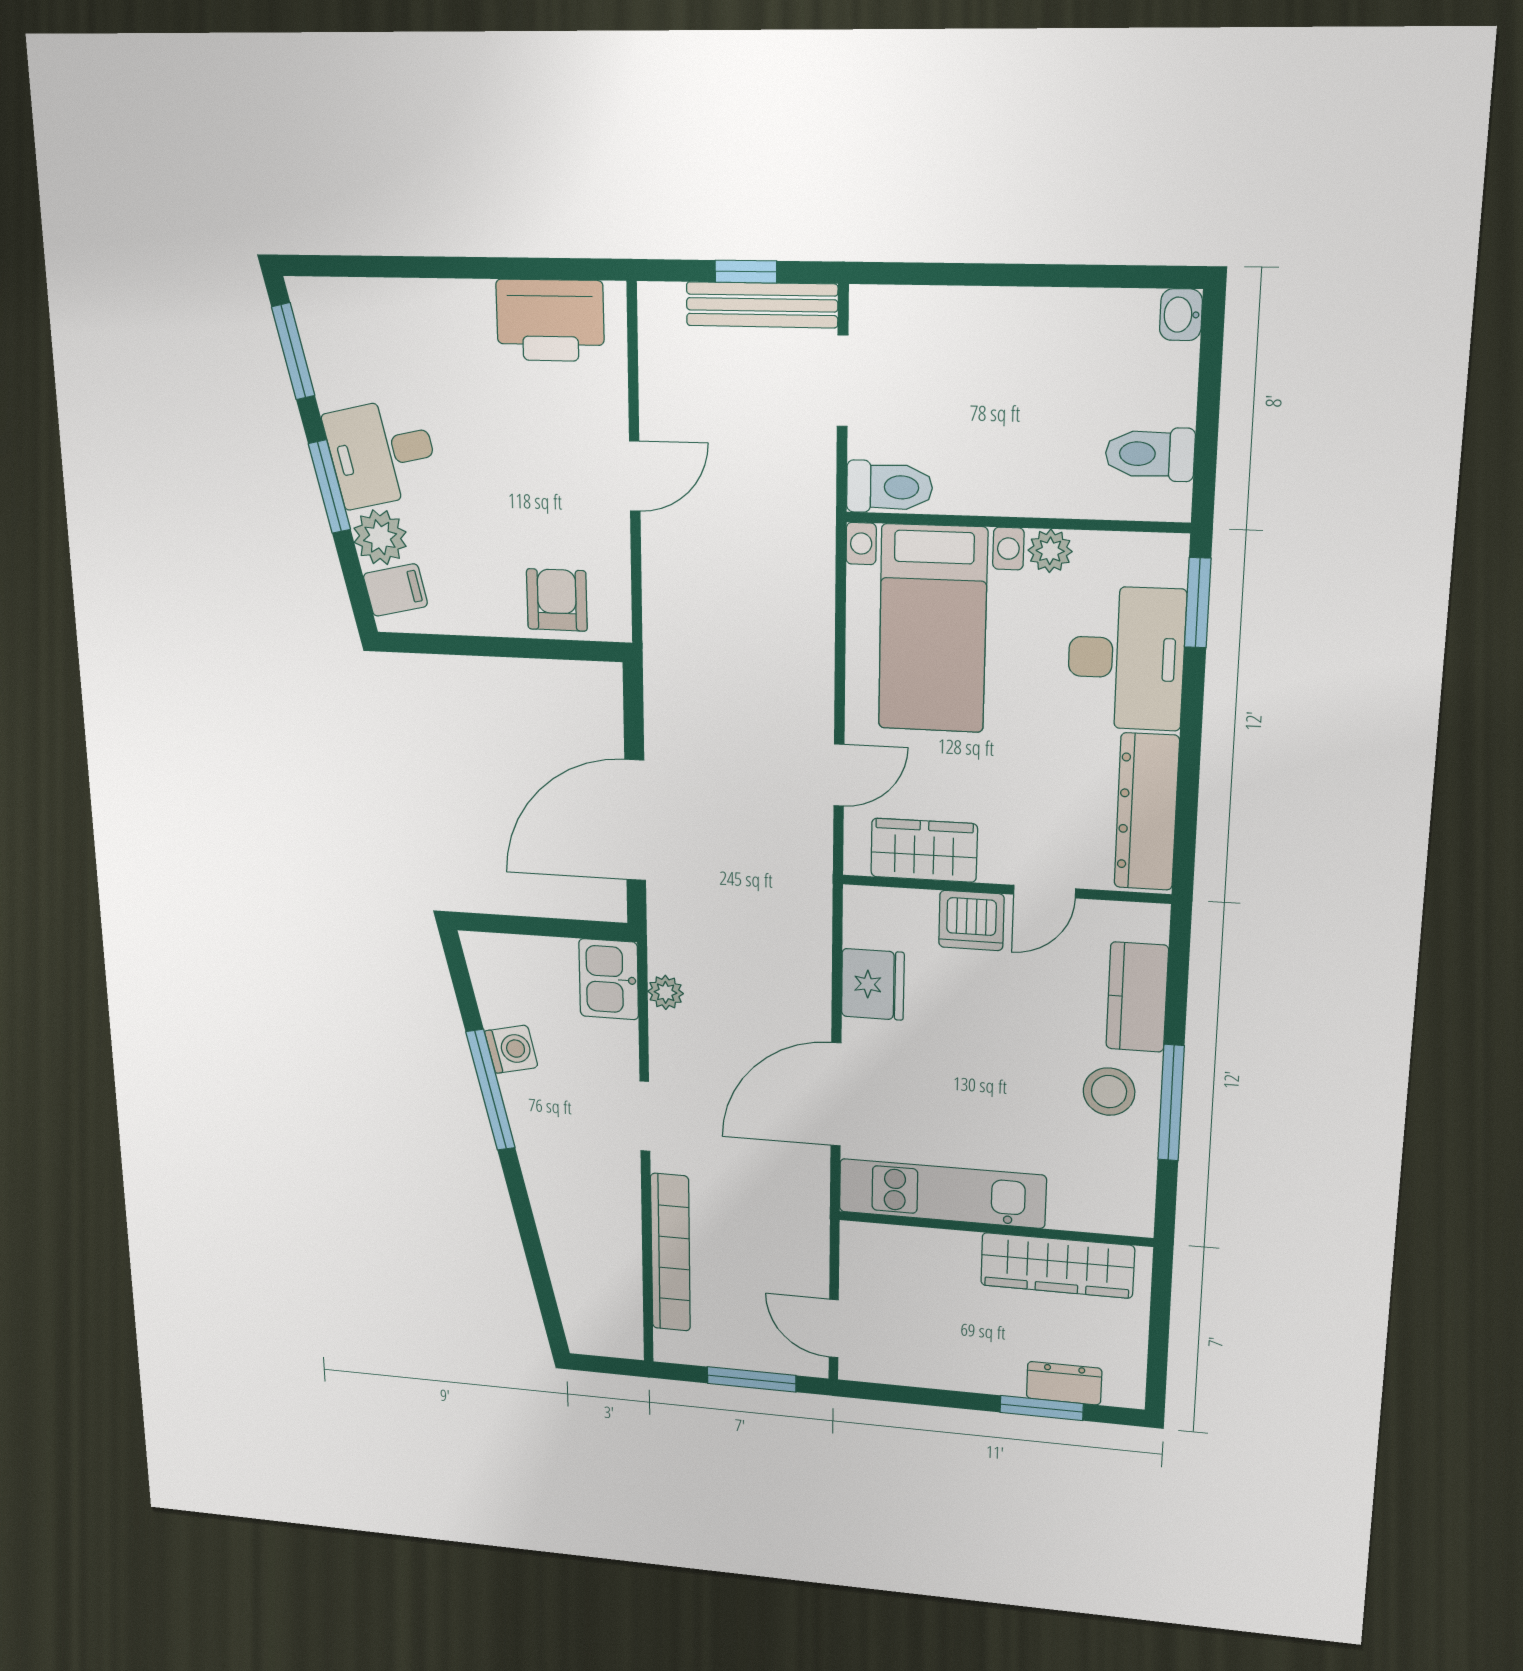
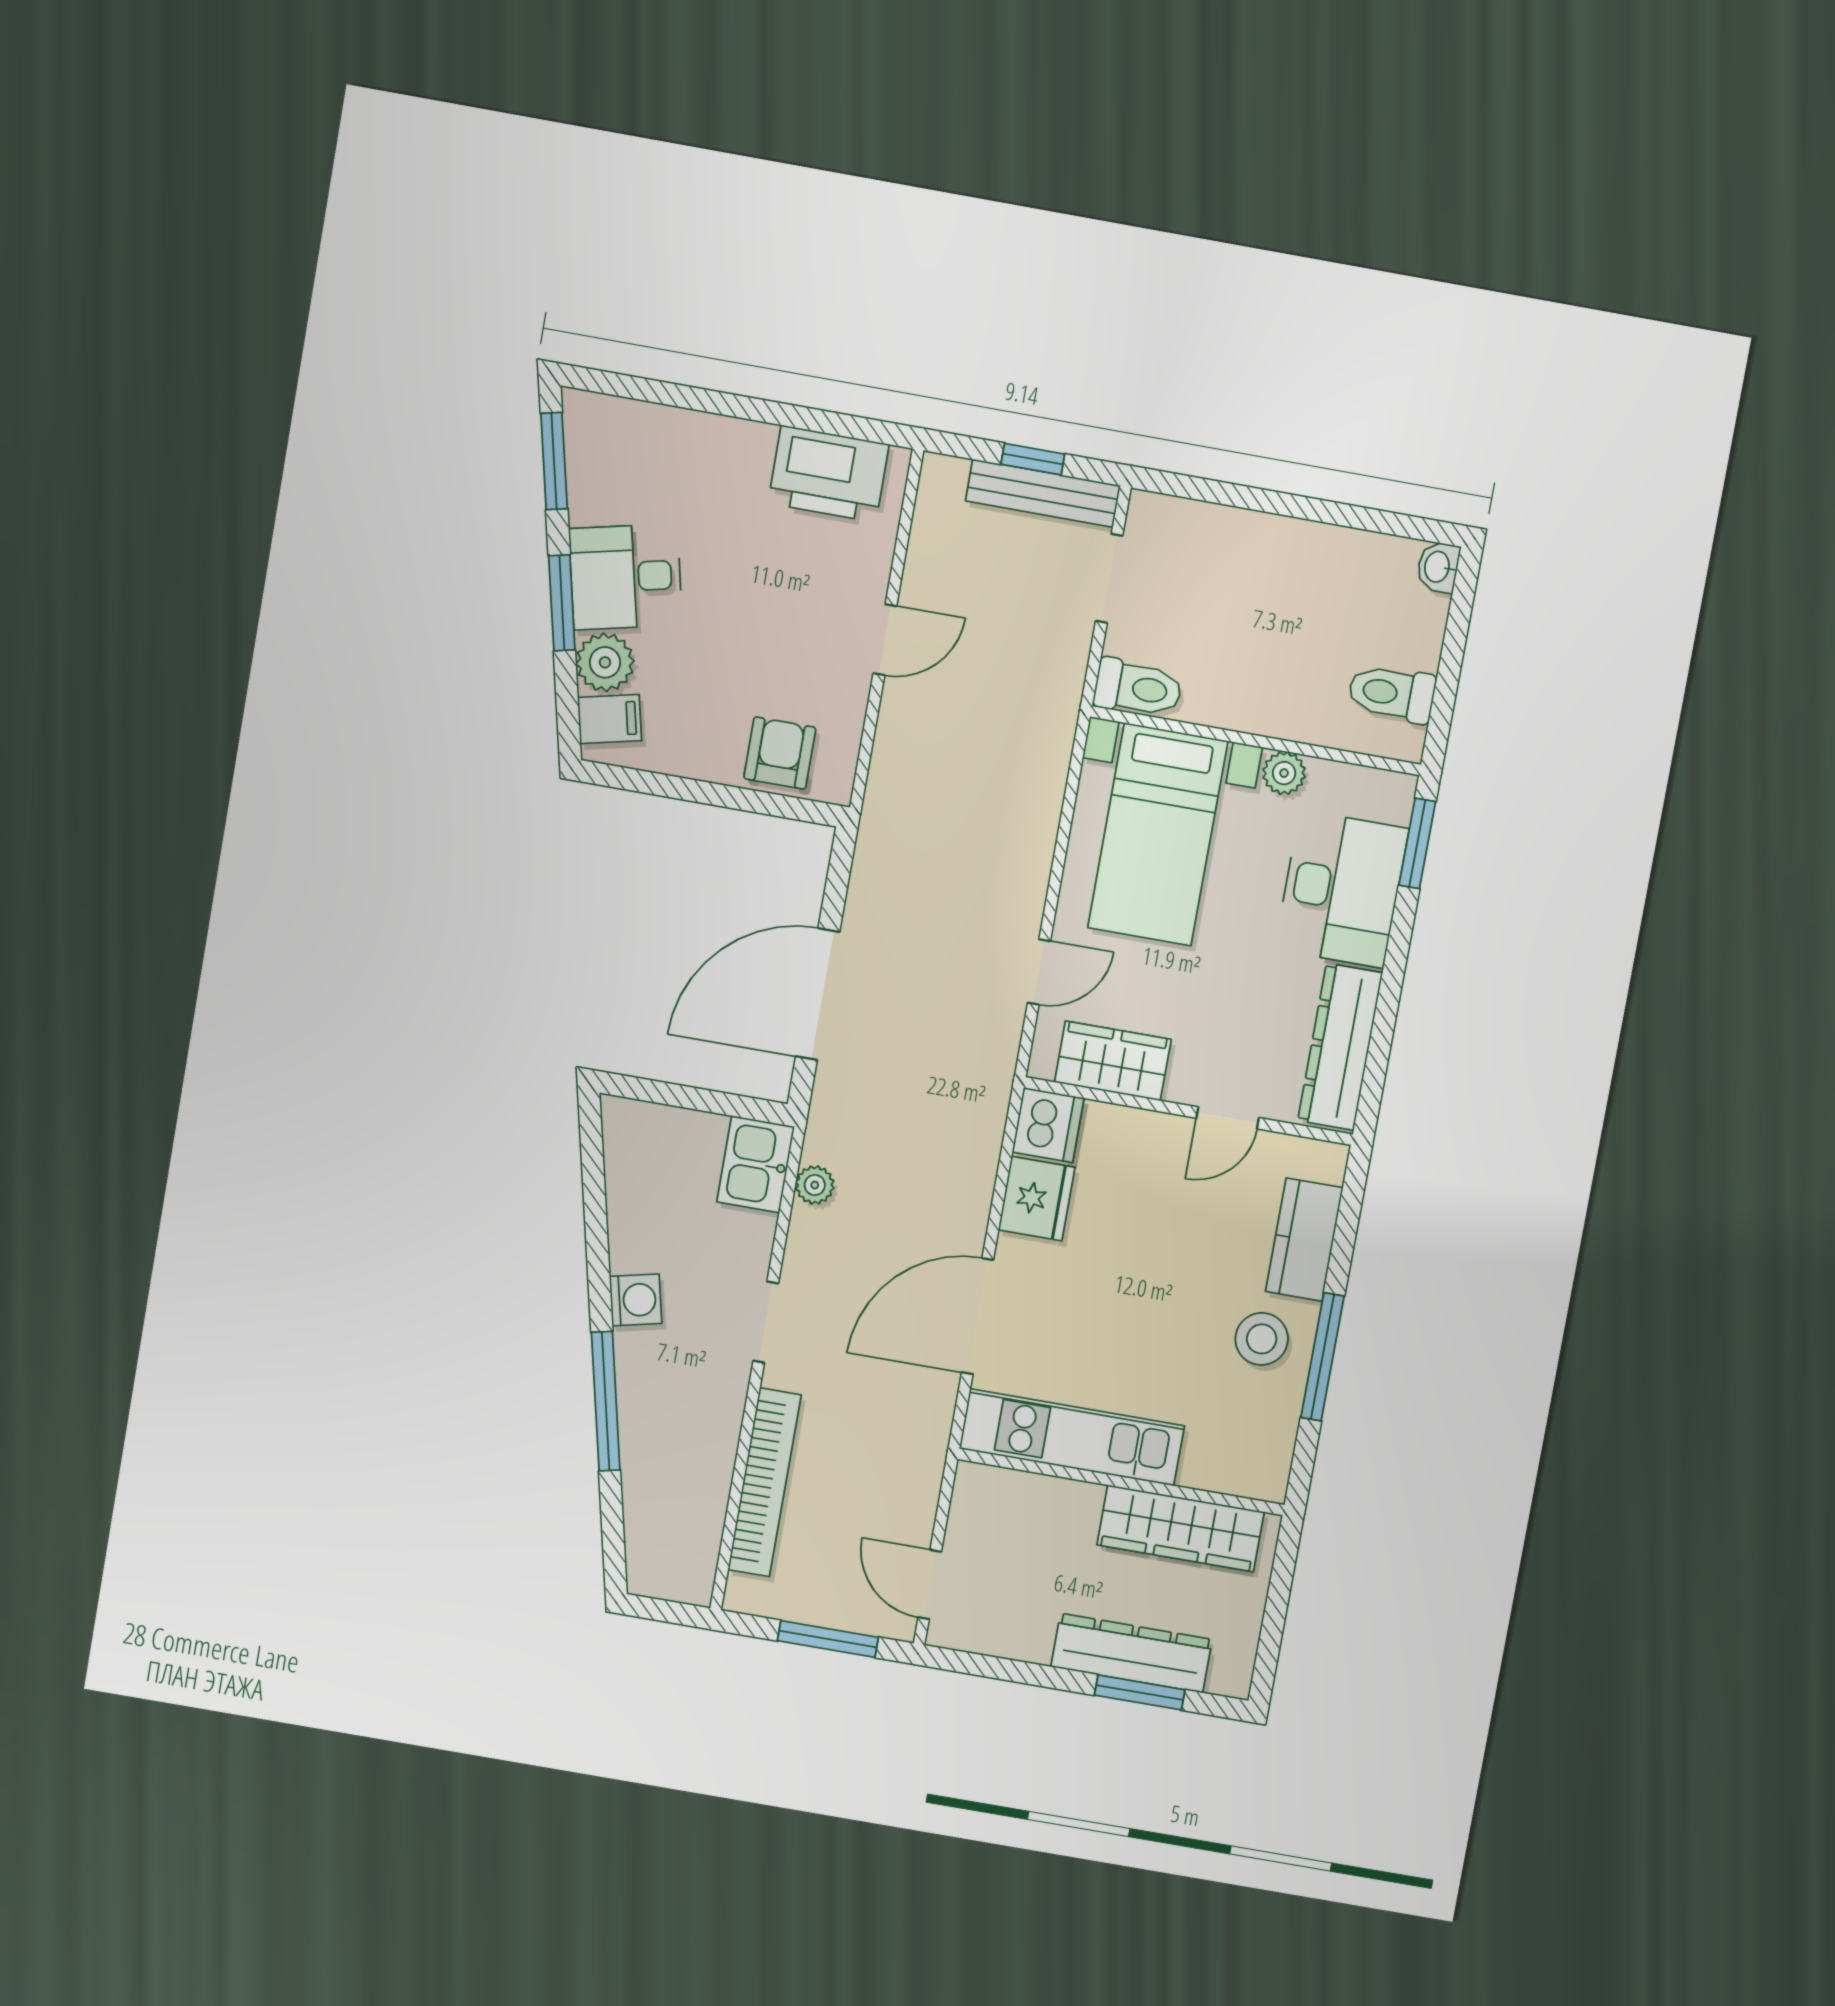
dishwasher: (971, 921) -> (1048, 1125), moved, turned -90
washing machine: (511, 1049) -> (636, 1300), moved
window: (491, 1090) -> (606, 1401), moved
dresser: (1064, 1383) -> (1132, 1653), width x1.96, depth x1.24

